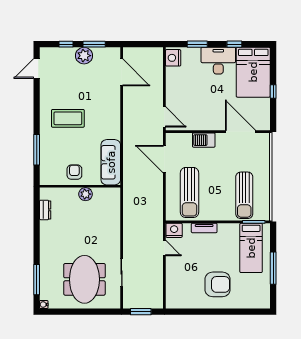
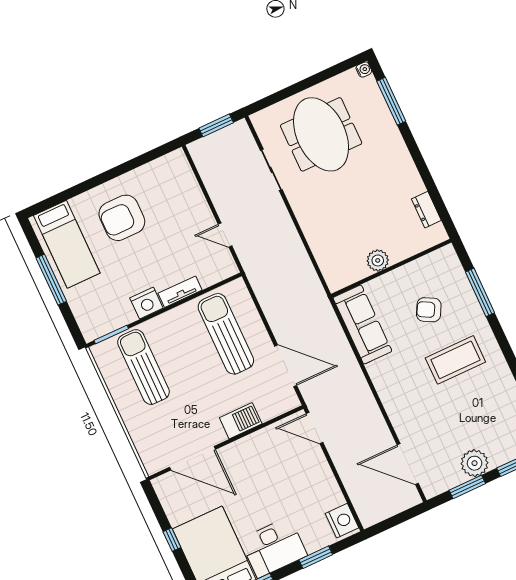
armchair: (74, 172) -> (429, 310), moved, turned 119
nightstand: (174, 230) -> (146, 303), moved
bed: (251, 248) -> (67, 244), moved, turned 180

